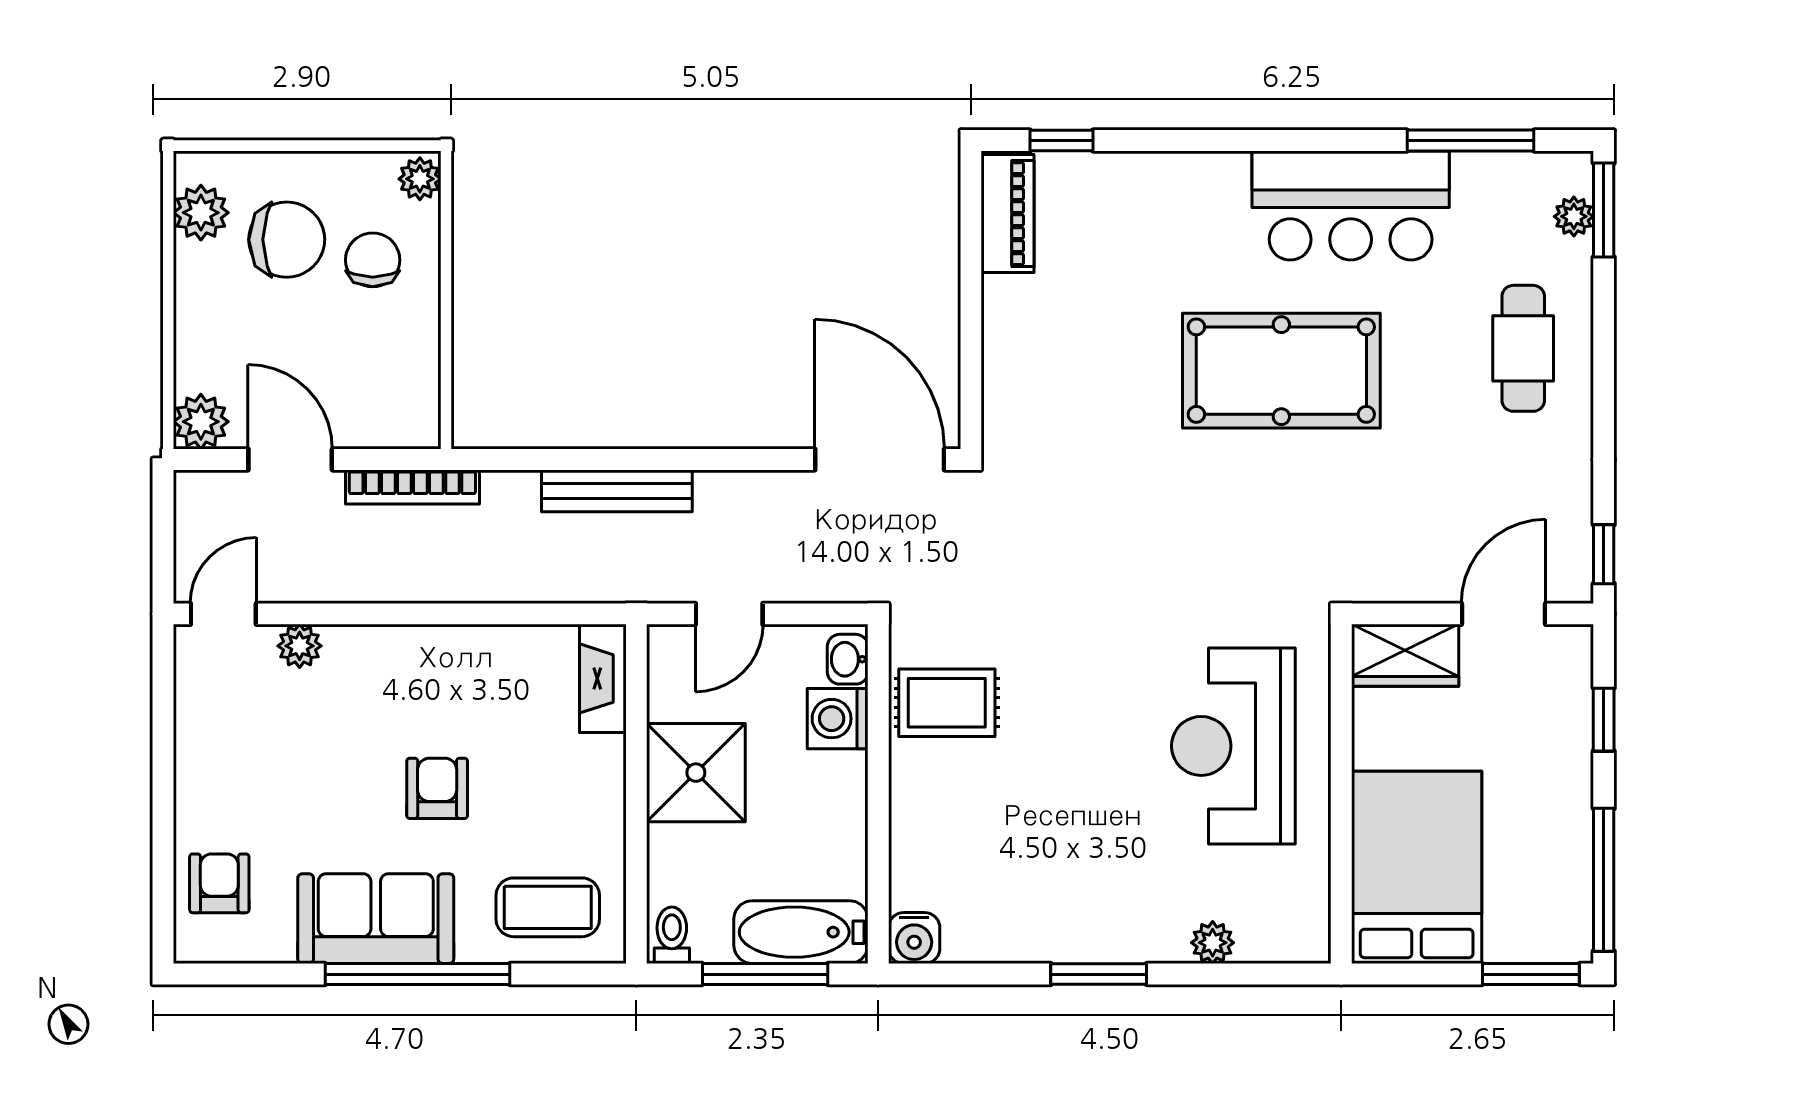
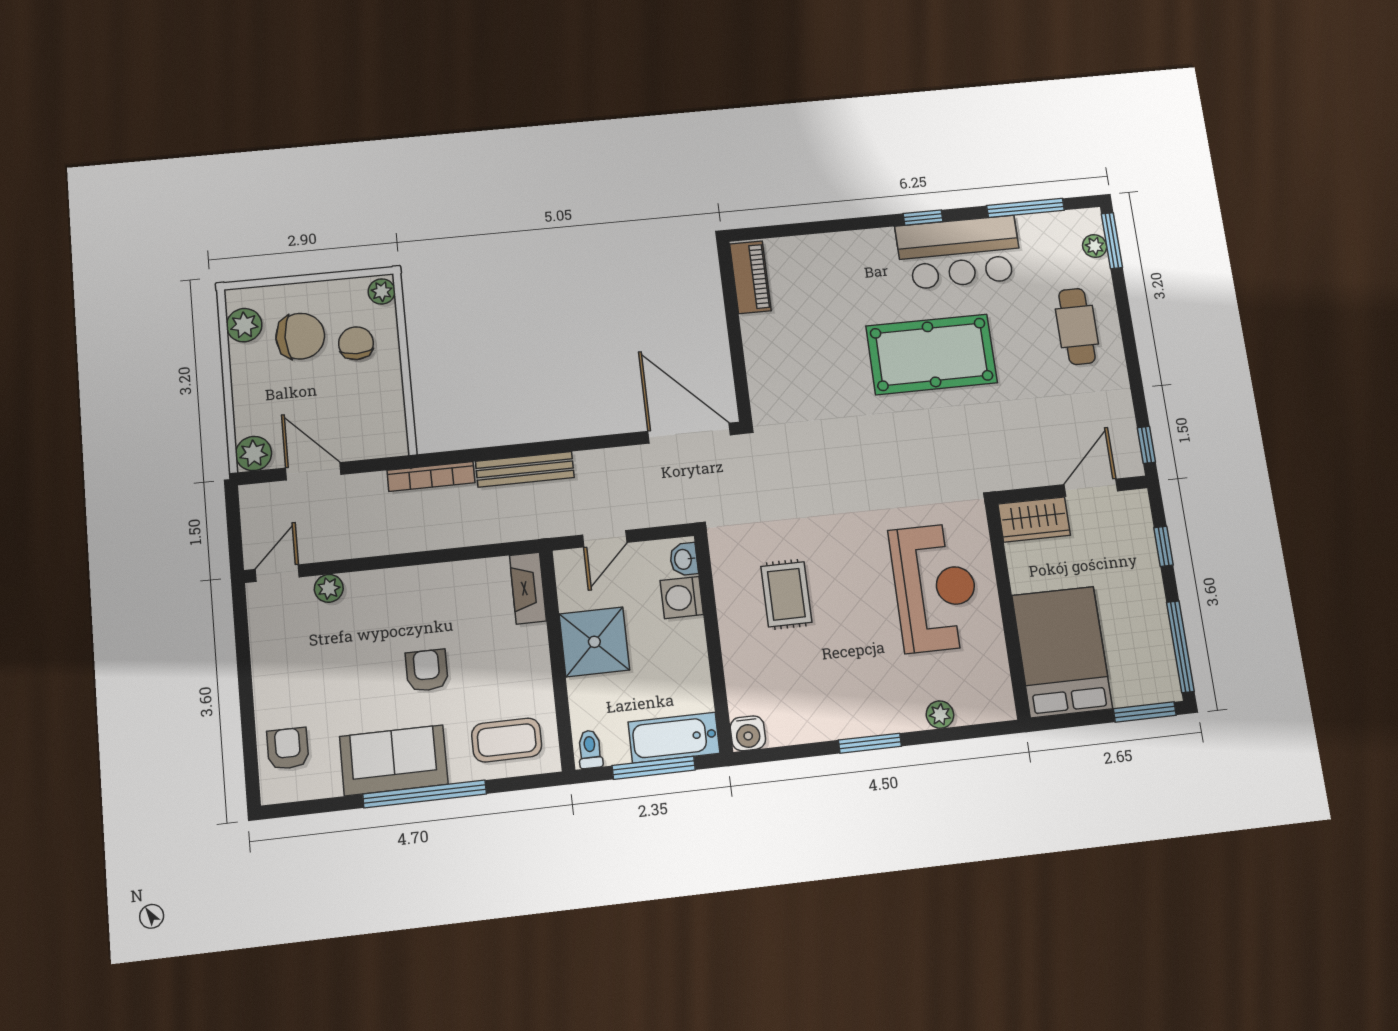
window: (1061, 140) -> (923, 218), moved
bookcase: (412, 487) -> (431, 476), moved
rug: (947, 703) -> (786, 594), moved, turned 90
reception desk: (1233, 746) -> (935, 588), turned 180

